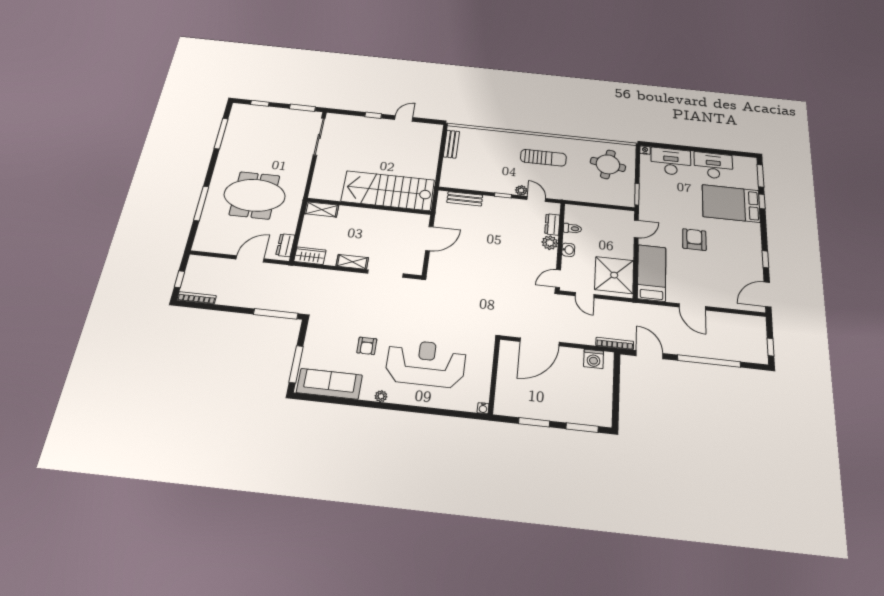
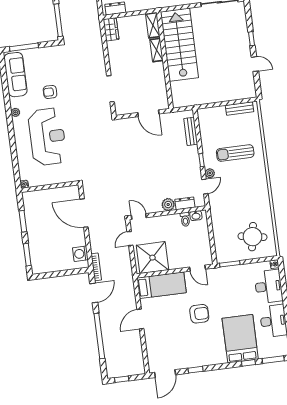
sun lounger: (543, 158) -> (235, 153), moved, turned 90
stairs: (388, 191) -> (179, 45), moved
washbasin: (568, 250) -> (196, 216), moved
shelving: (352, 262) -> (157, 50), moved
door: (767, 294) -> (165, 374), swing flipped

